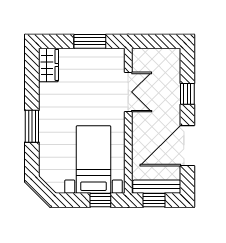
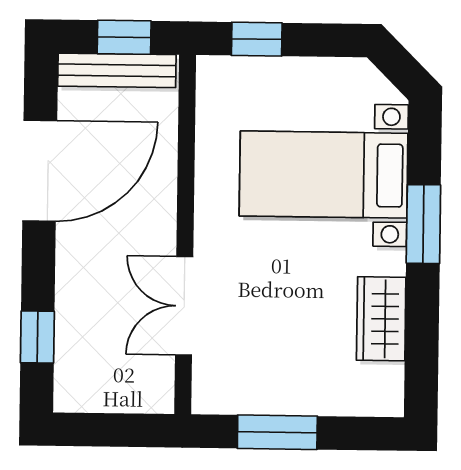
wardrobe: (49, 65) -> (381, 319), moved
window: (187, 94) -> (37, 337), moved
bed with nightstands: (93, 159) -> (324, 175), moved, turned 90

